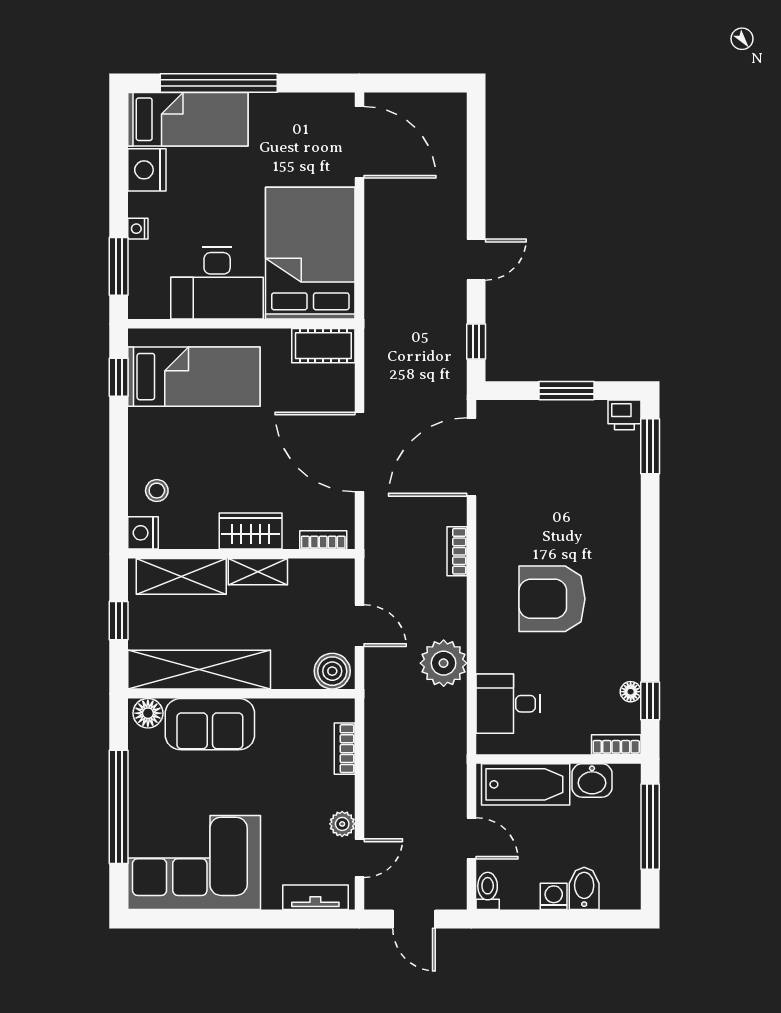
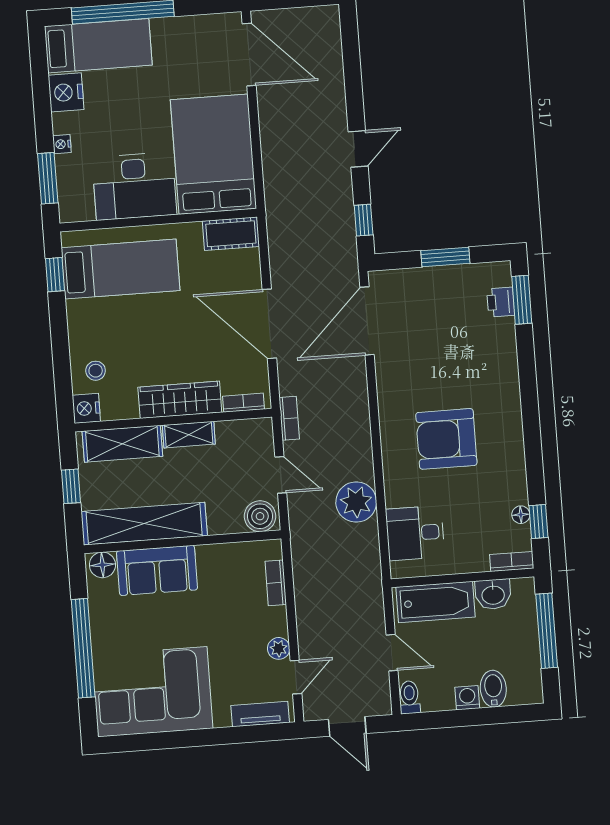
printer: (624, 415) -> (501, 302), moved, turned 90
wardrobe: (251, 531) -> (180, 400), width x1.50
bookcase: (457, 551) -> (289, 418), moved, turned 180

